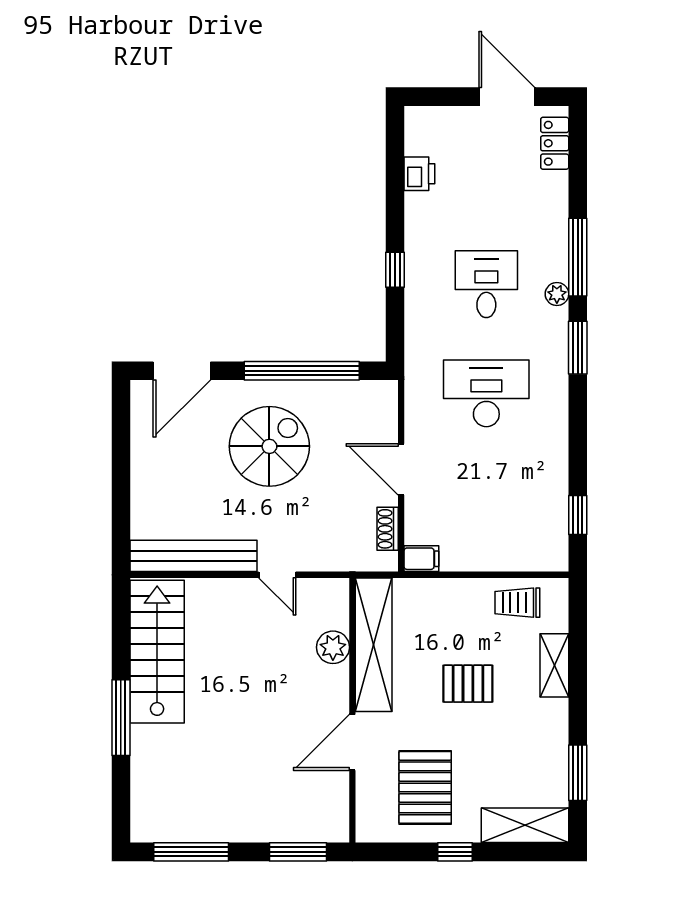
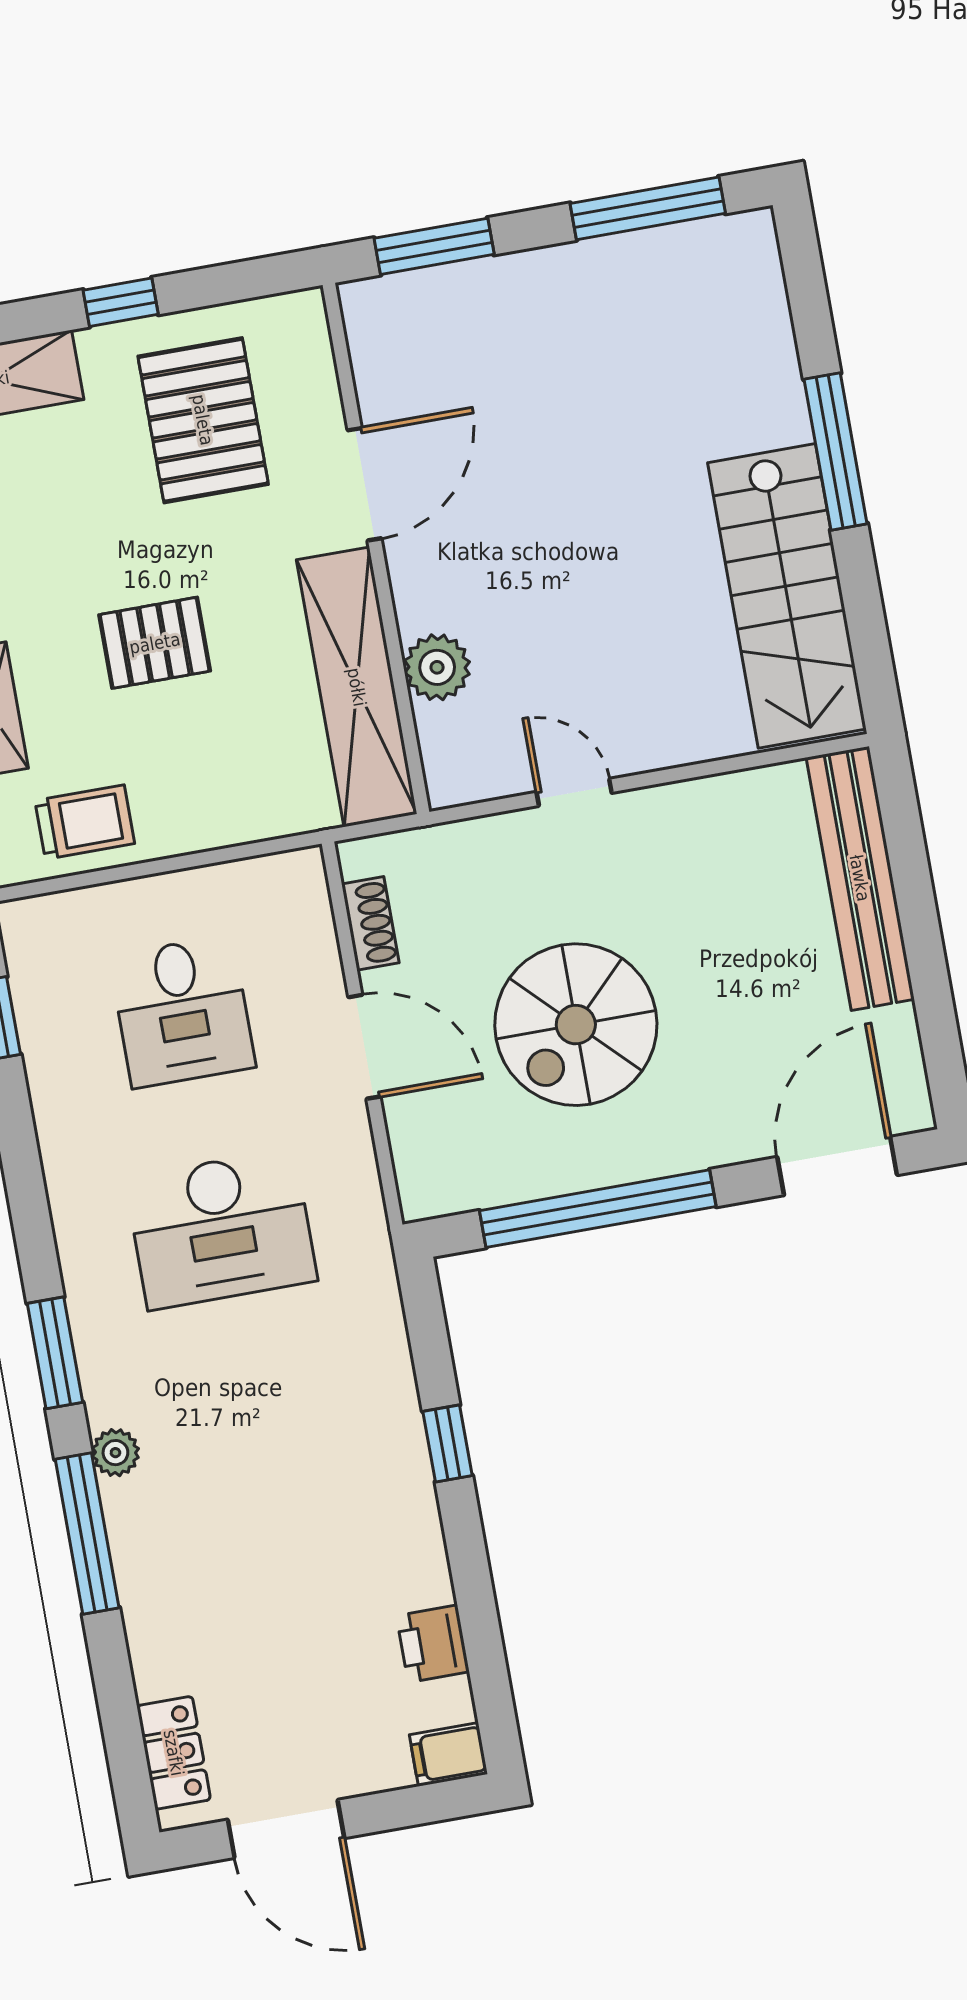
desk: (486, 284) -> (182, 1011), moved
spiral stairs: (269, 446) -> (576, 1025), moved
bench: (193, 556) -> (860, 878), moved, turned 90
filing cabinet: (421, 559) -> (448, 1754), moved

